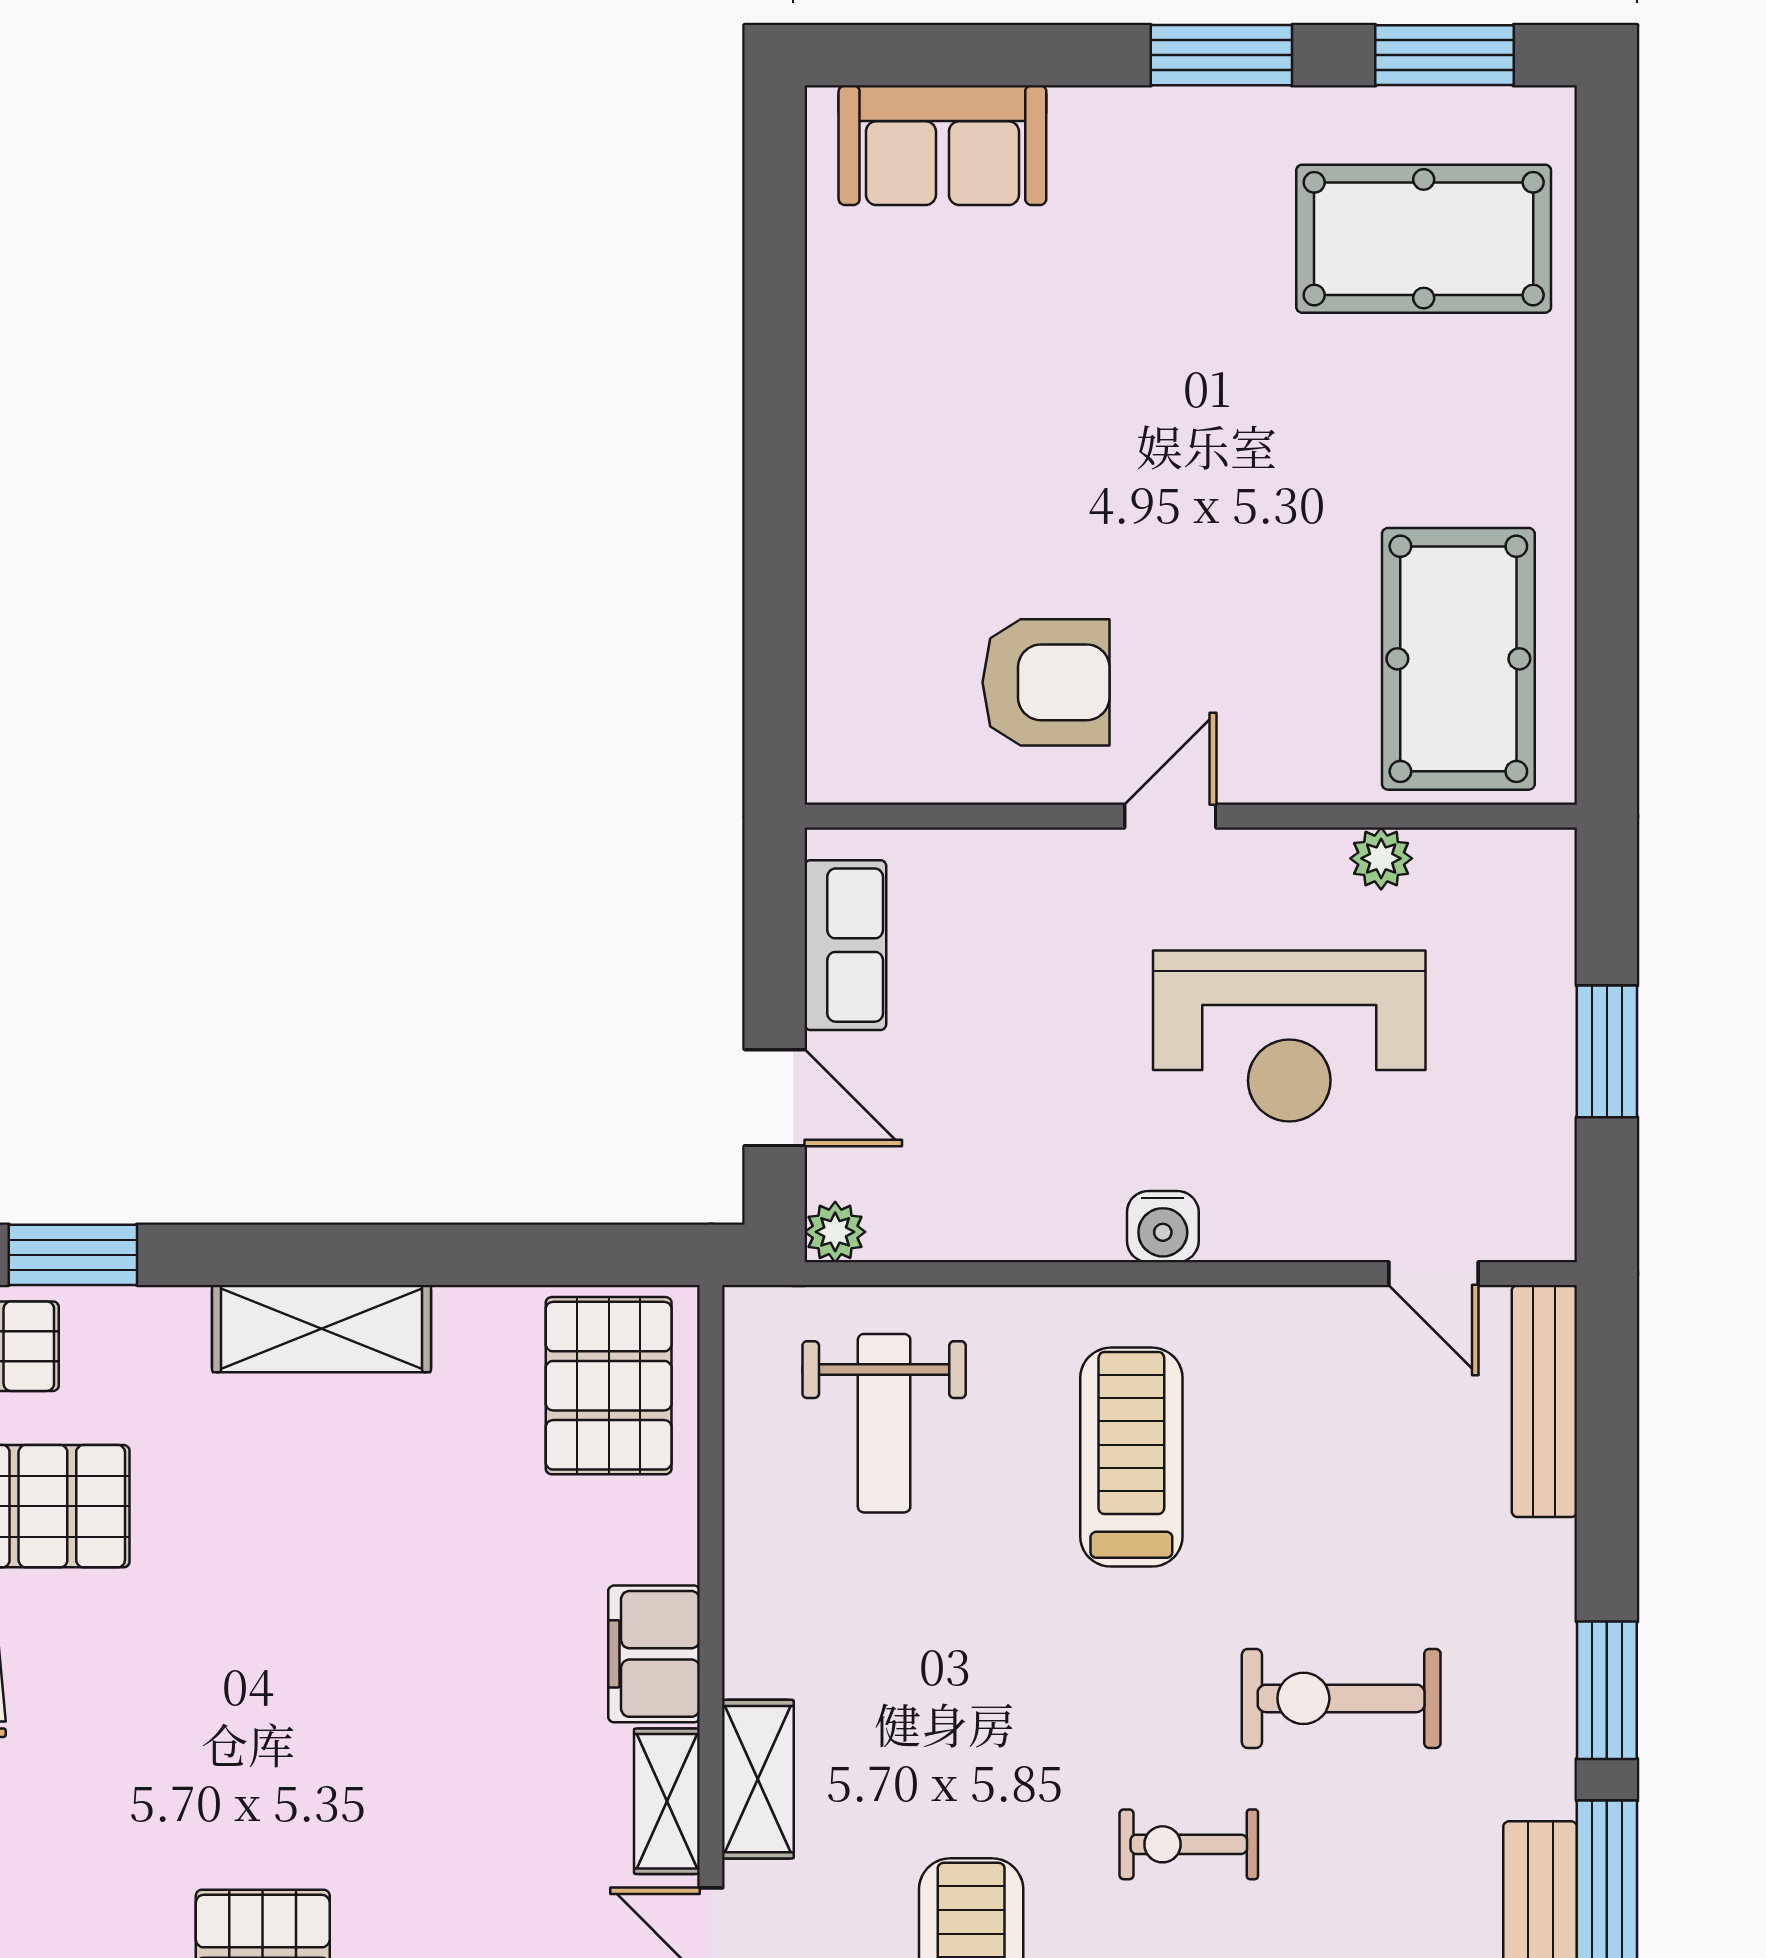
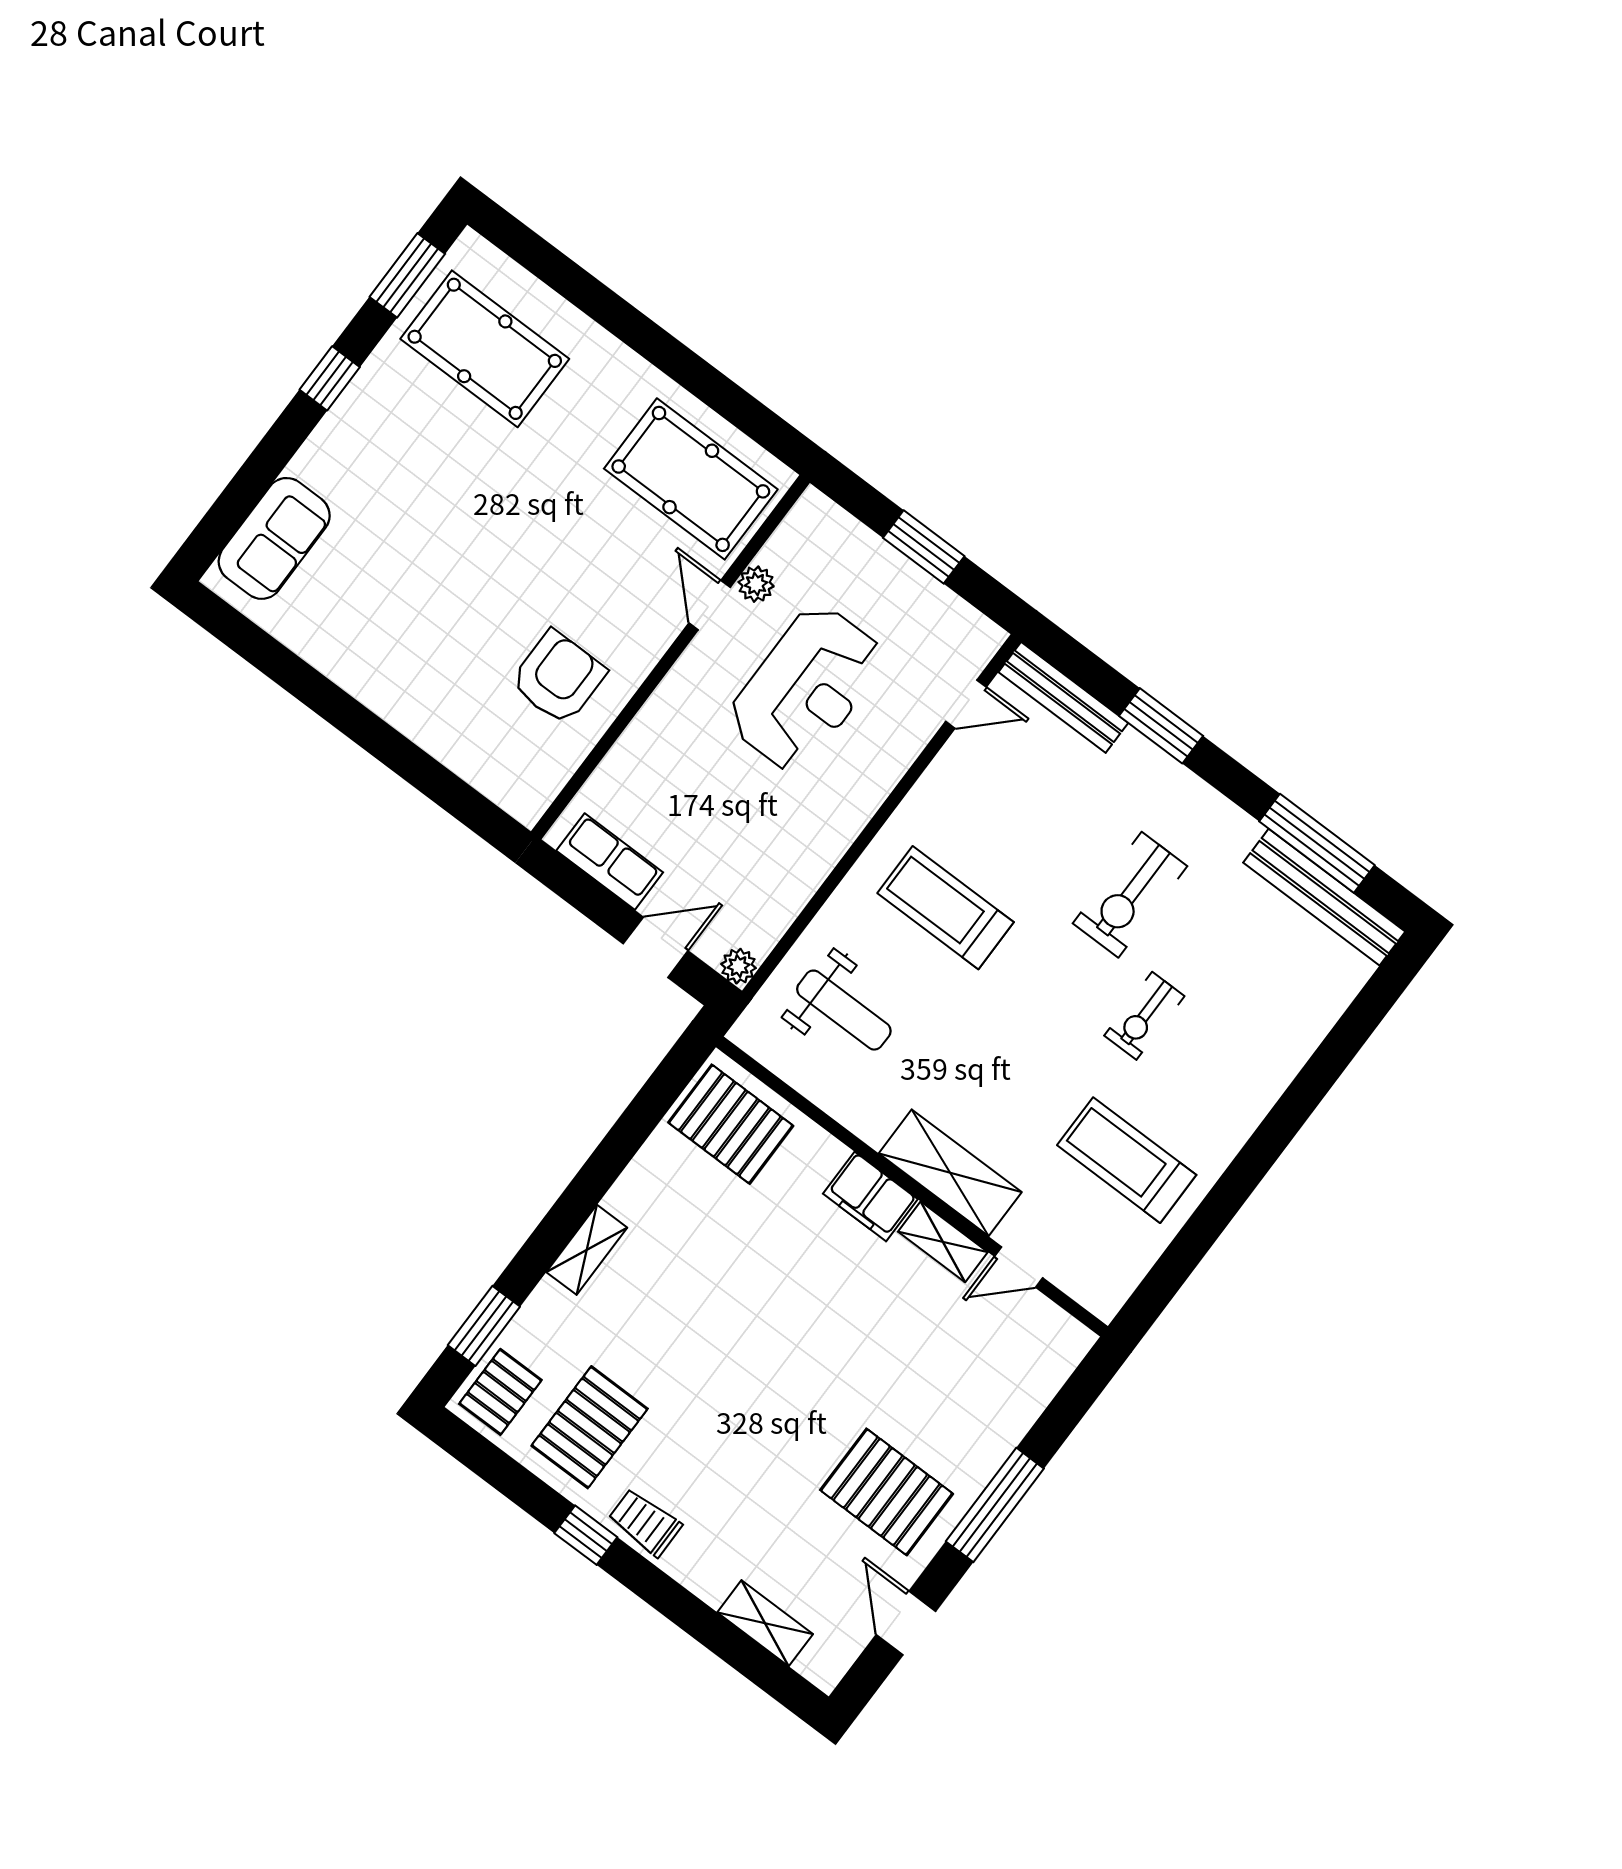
window: (1221, 55) -> (330, 378), width x0.67
pool table: (1424, 239) -> (485, 349), turned 90
door: (1170, 816) -> (710, 605), moved
water cooler: (1163, 1227) -> (850, 813), removed
shelving: (322, 1329) -> (587, 1250), width x0.67, depth x0.75
window: (1607, 1690) -> (1161, 726), moved
shelving: (758, 1779) -> (950, 1173), width x1.50, depth x1.33

